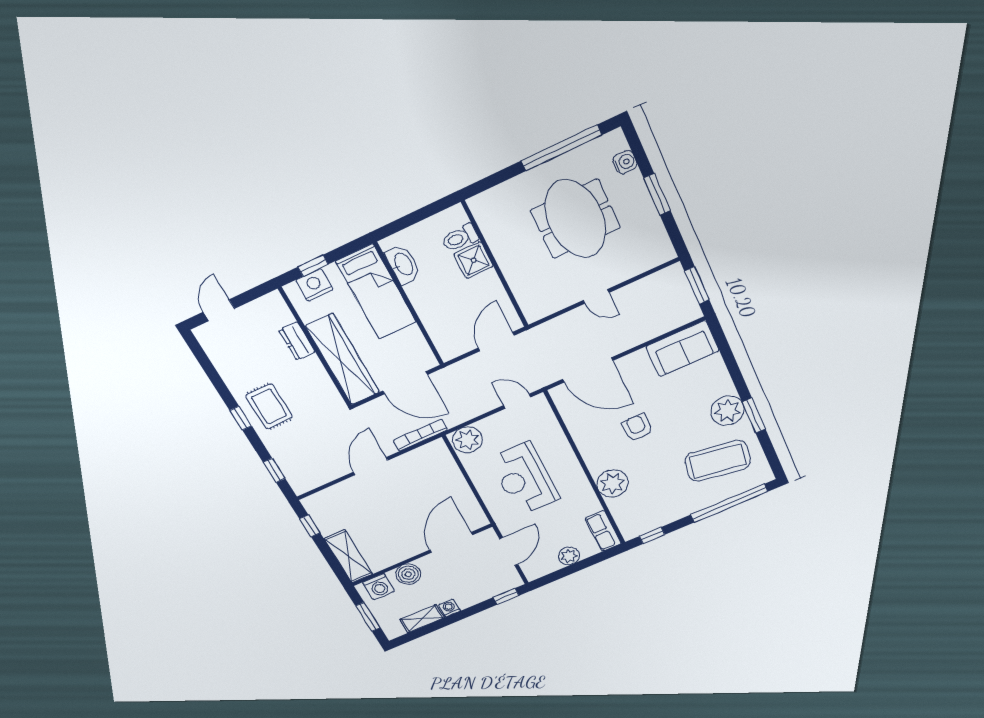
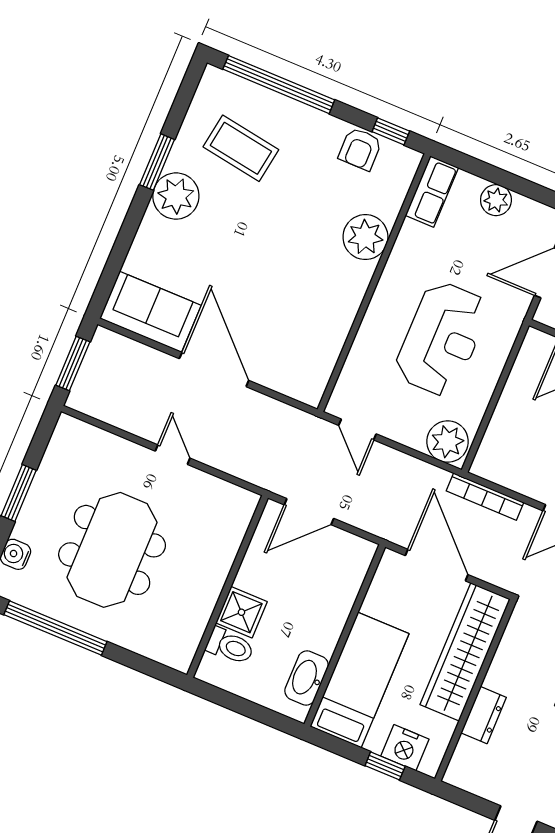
door: (588, 370) -> (214, 370), moved
armchair: (637, 427) -> (360, 149), moved
coffee table: (718, 461) -> (241, 148), width x0.73, depth x0.76

